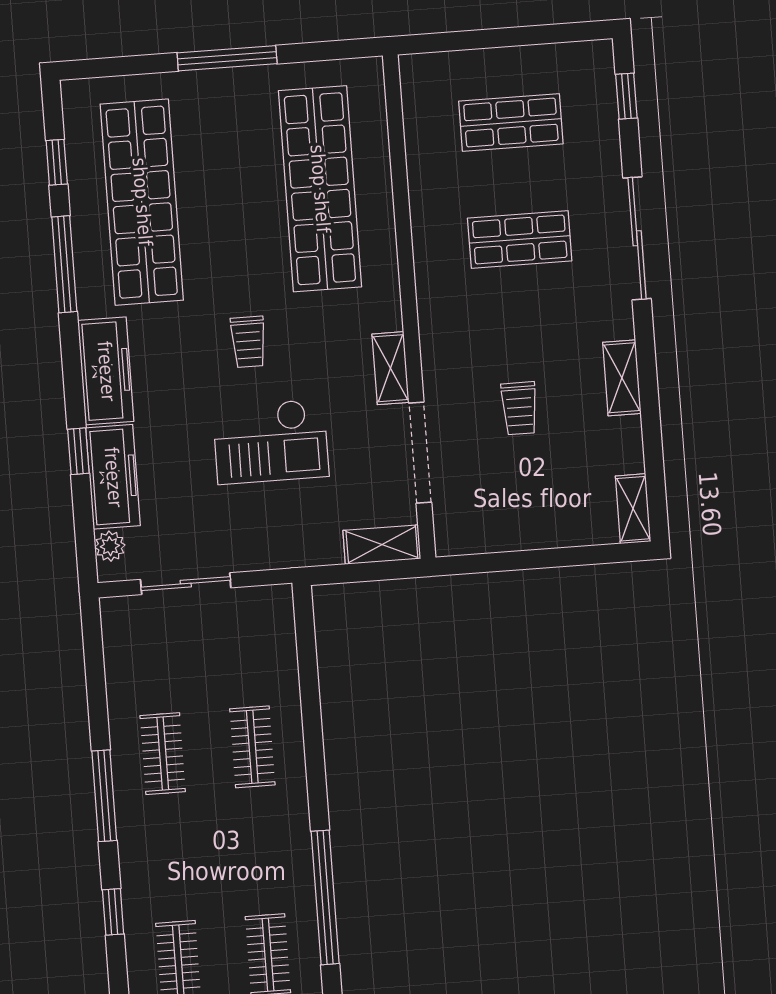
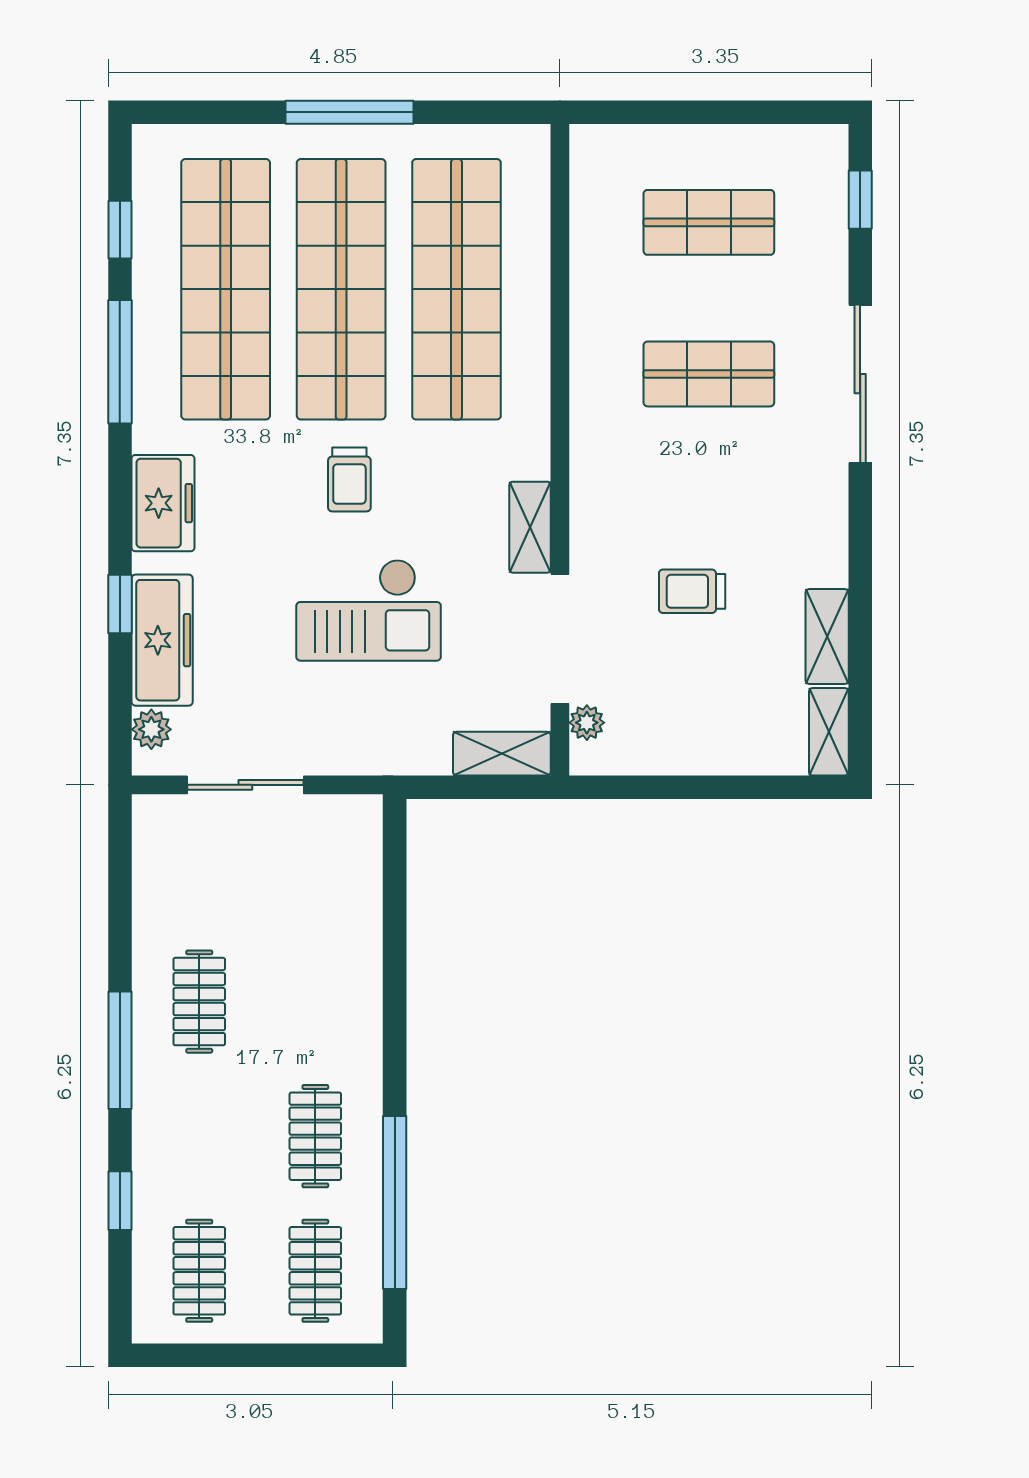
shop shelf: (231, 195) -> (341, 289), added
freezer: (106, 371) -> (163, 503), width x0.71
shelving: (622, 378) -> (827, 636), moved
trolley: (519, 408) -> (692, 591), turned 90
plant: (446, 516) -> (587, 723), added
clothes rail: (252, 747) -> (315, 1136), moved

